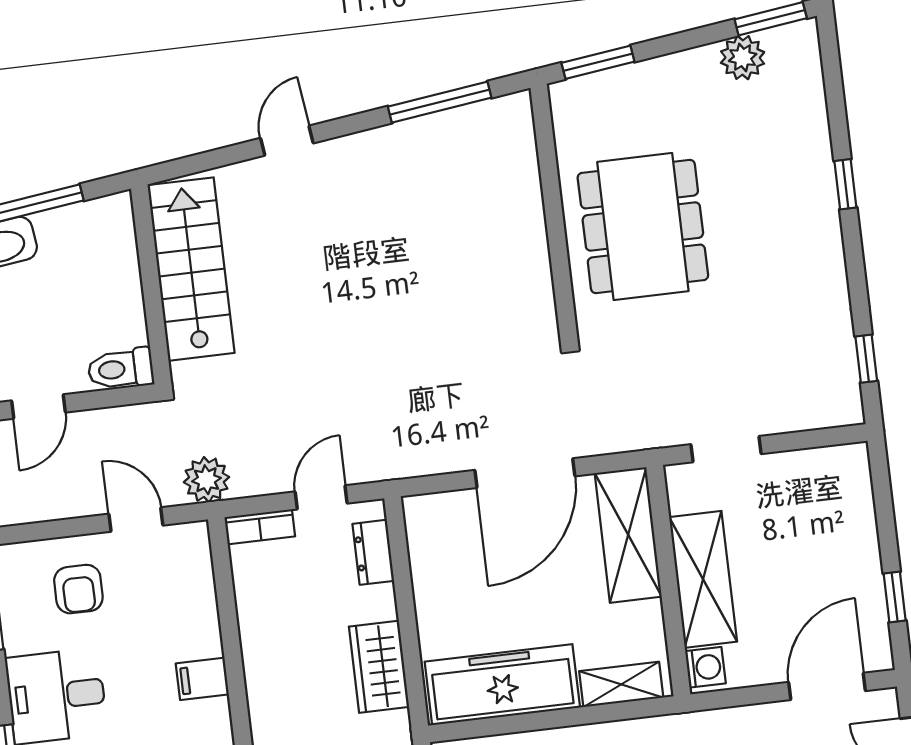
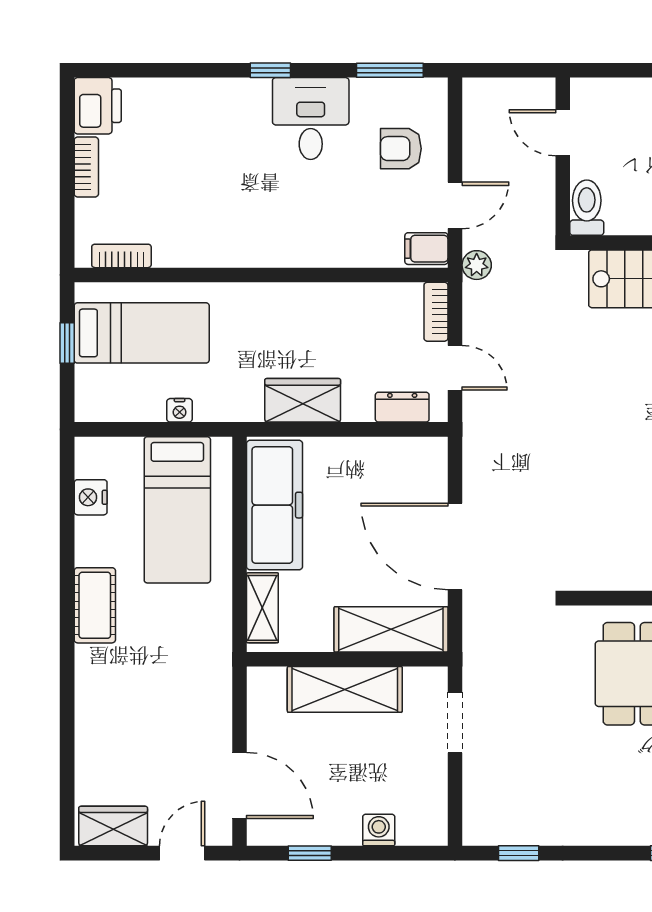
plant: (206, 480) -> (477, 265), width x0.73, depth x0.73
washing machine: (705, 667) -> (379, 830), moved, turned 180
filing cabinet: (202, 679) -> (426, 249), moved, turned -90

